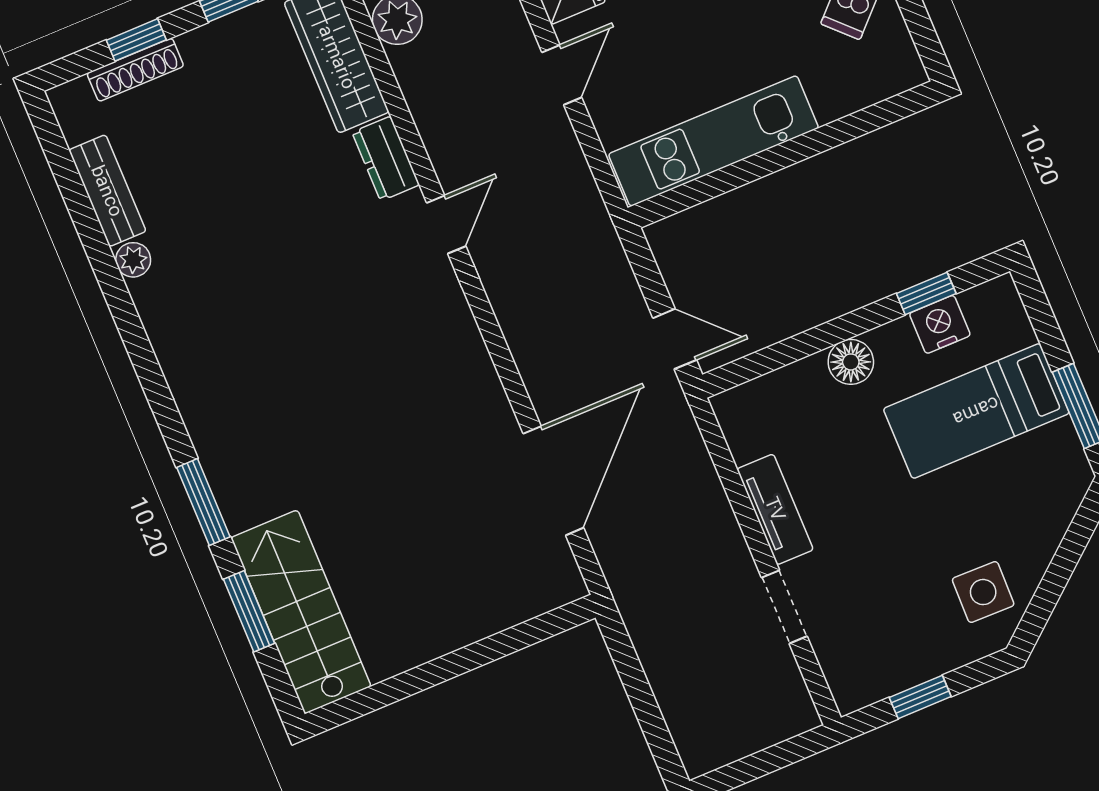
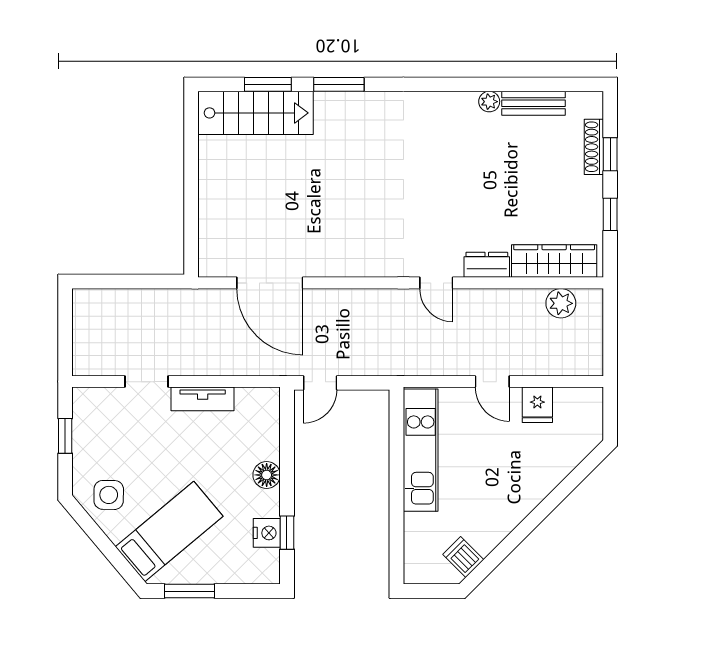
bed: (976, 411) -> (169, 531), moved, turned 50

